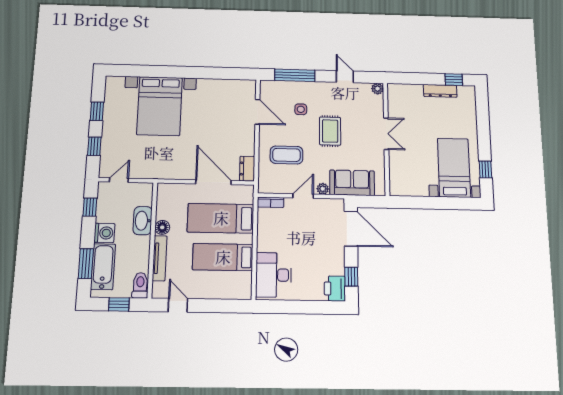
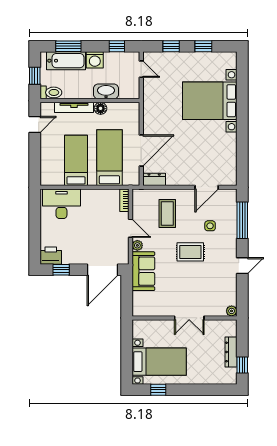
plant: (377, 89) -> (232, 311), moved
double door: (386, 134) -> (189, 318), moved
wall: (386, 139) -> (185, 318), moved

